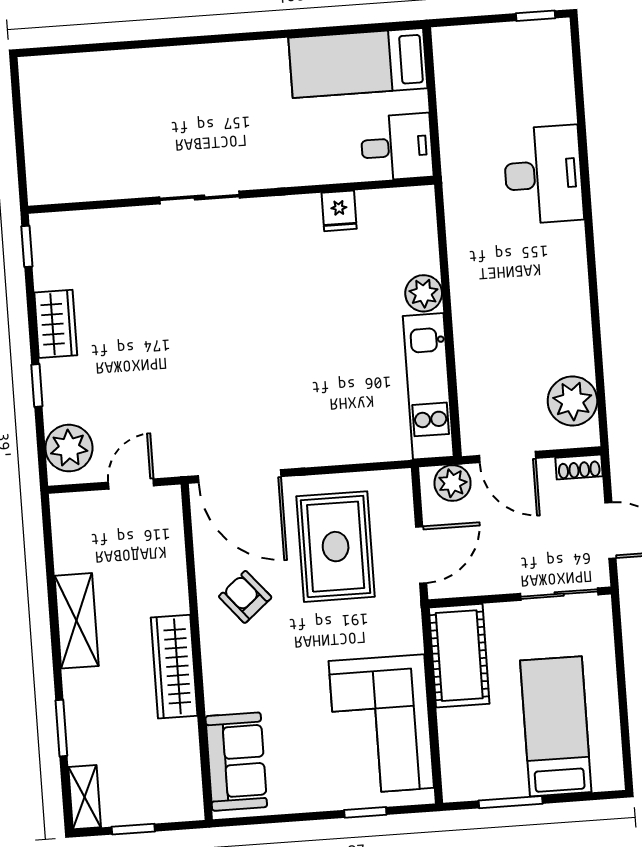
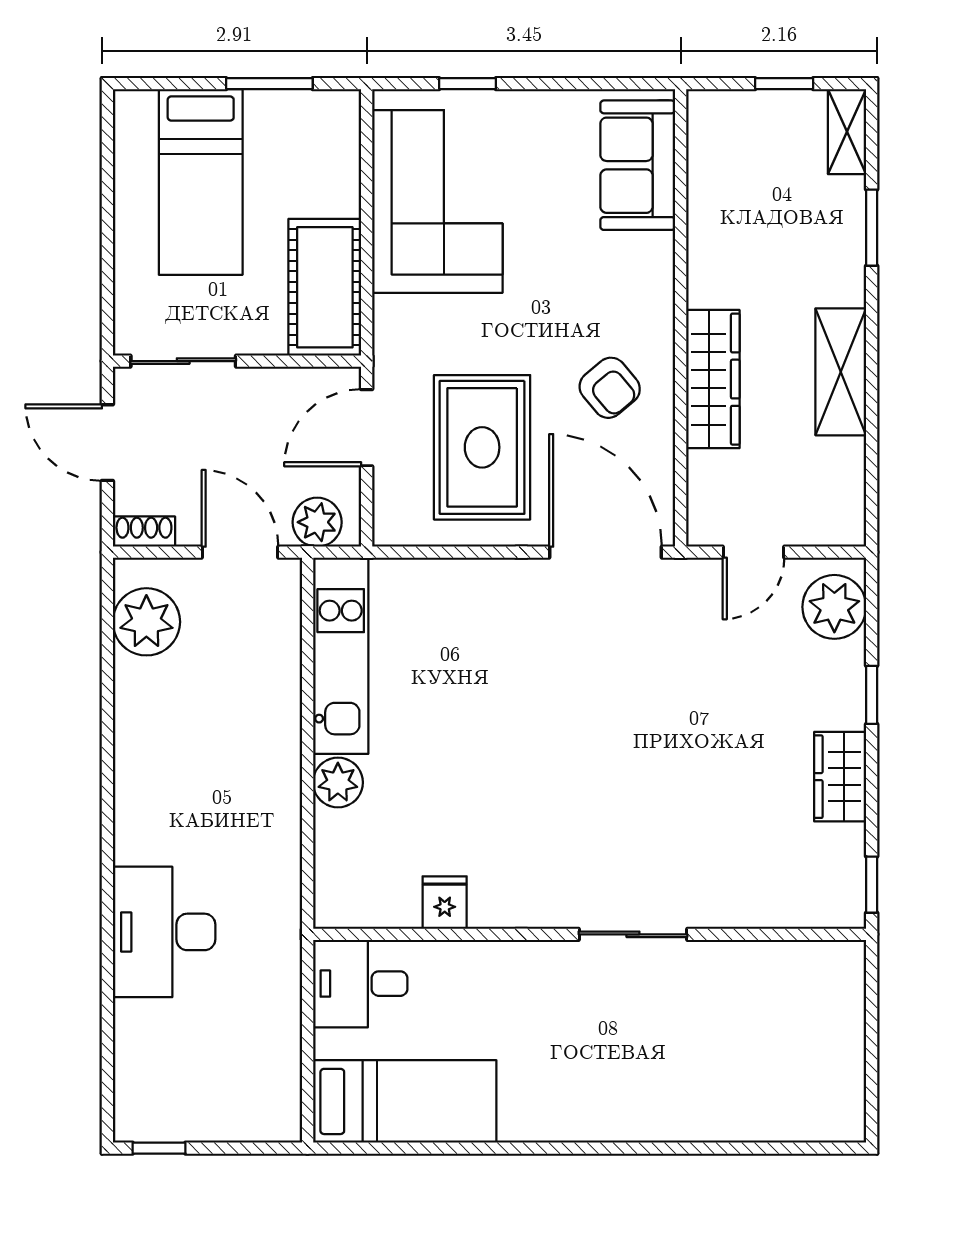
wardrobe: (174, 667) -> (713, 379), moved

